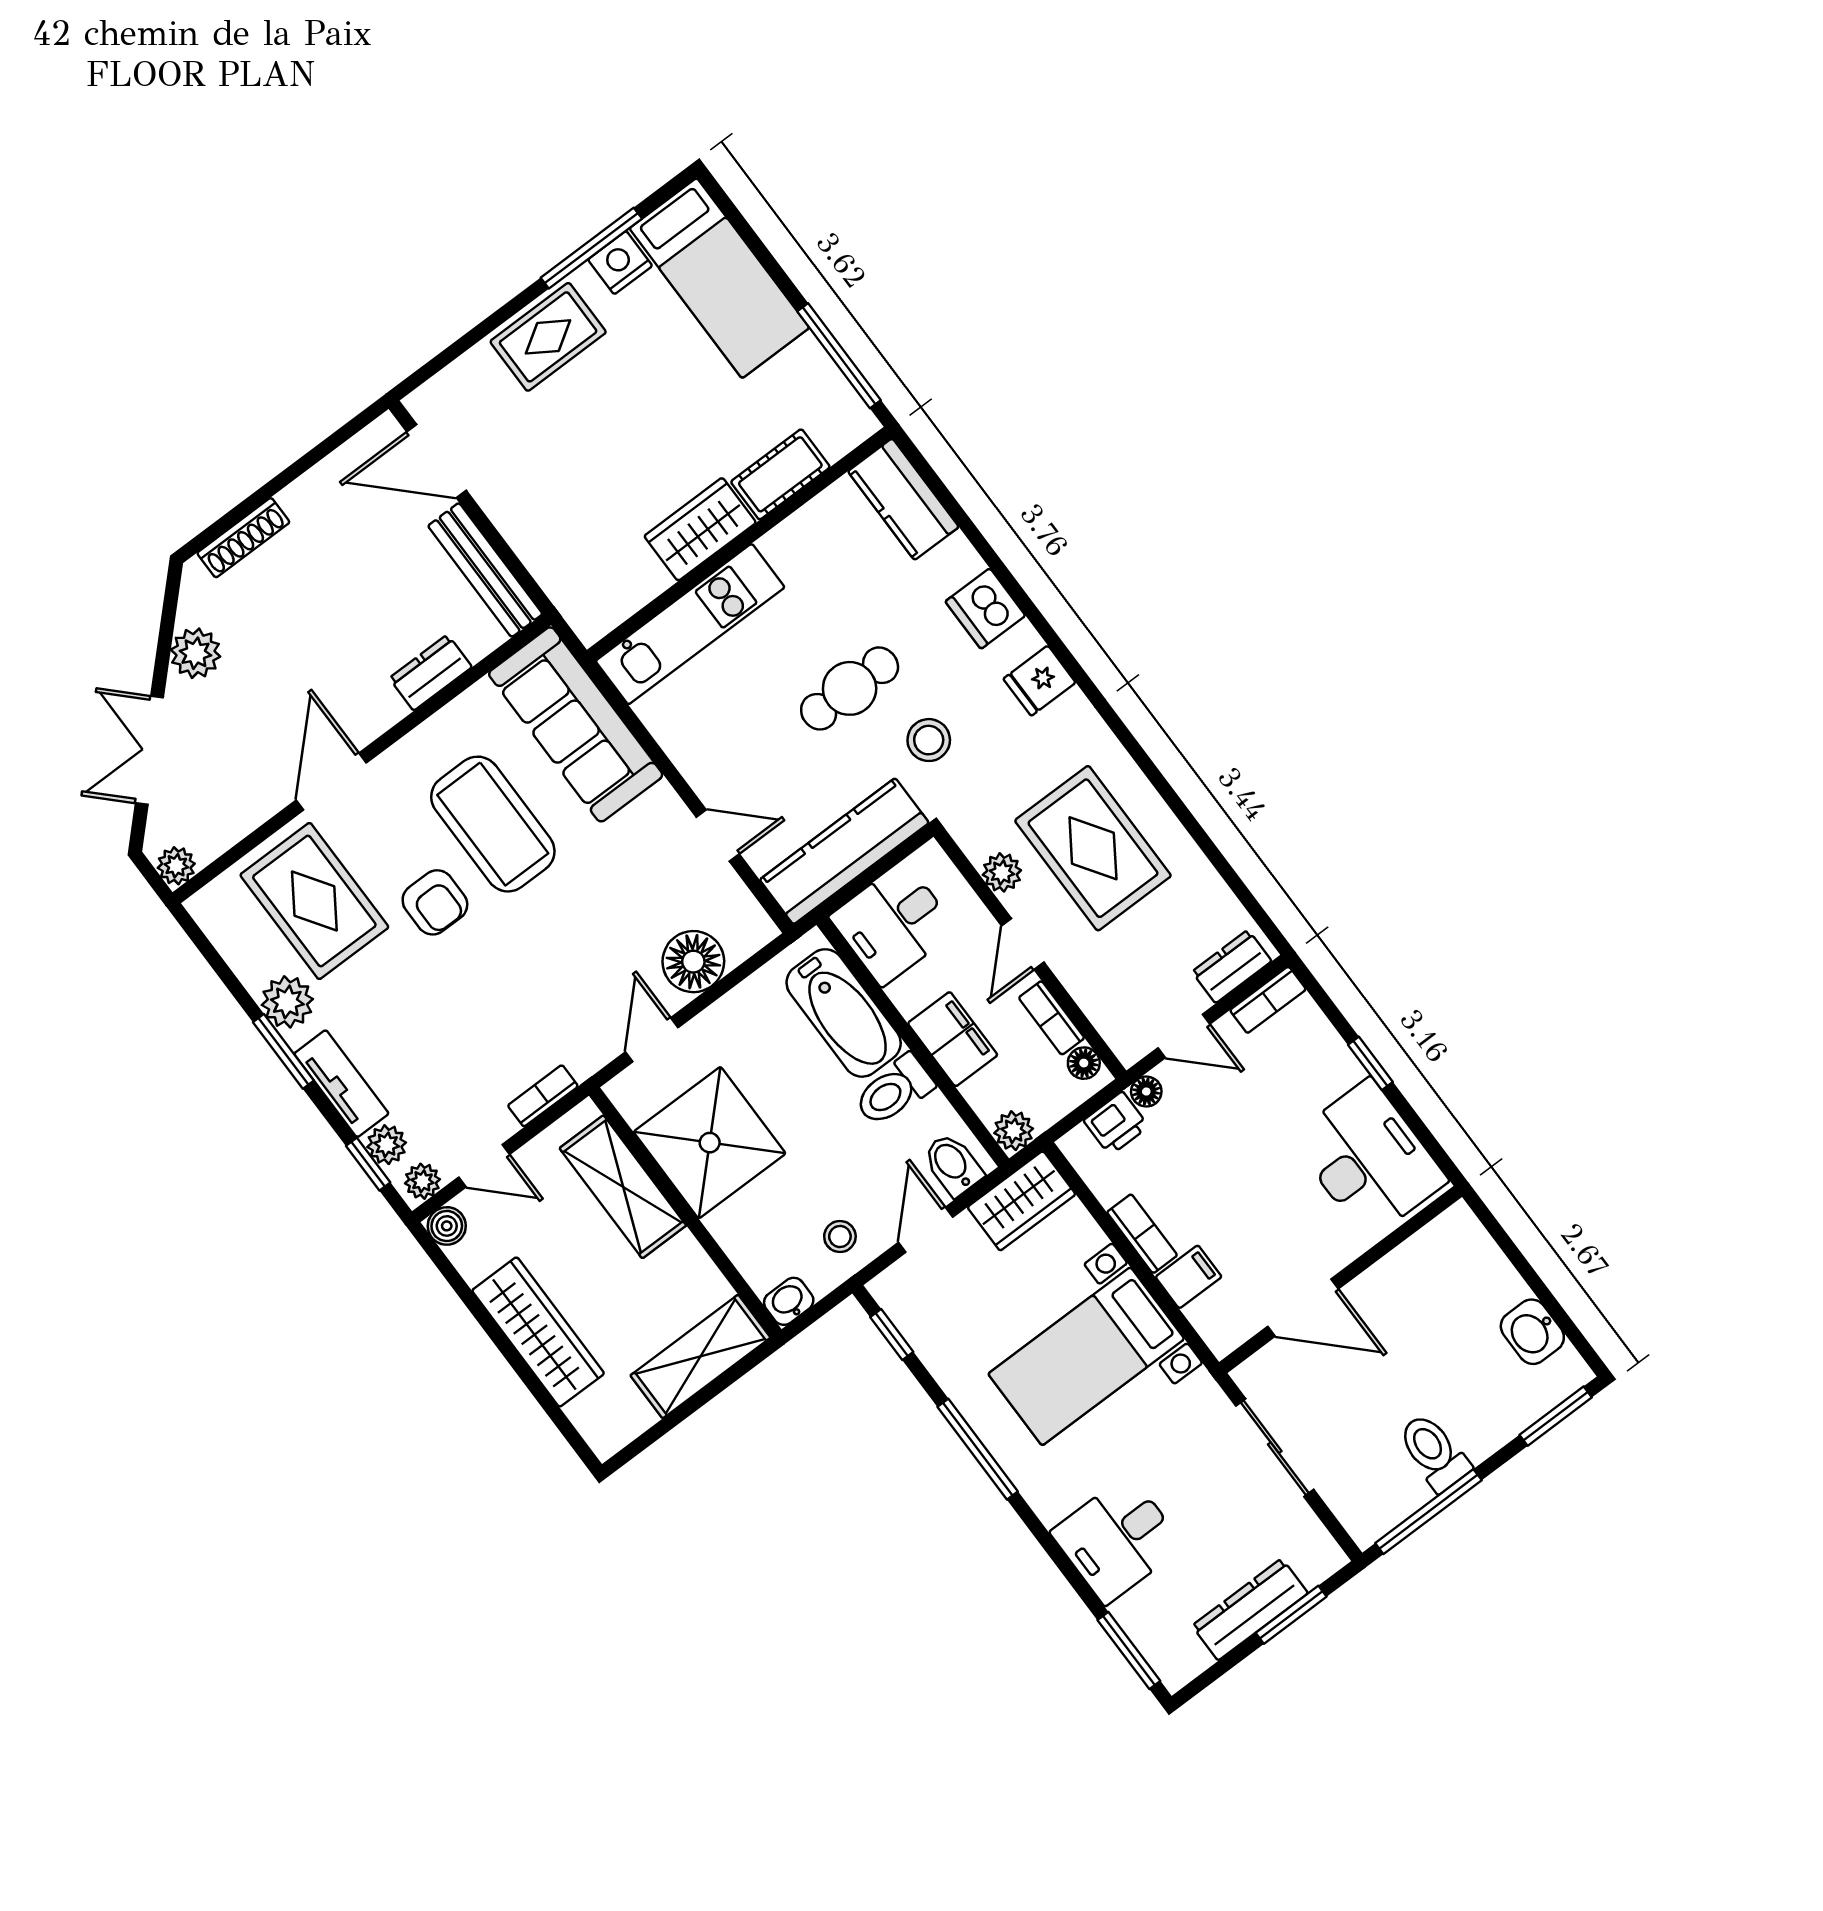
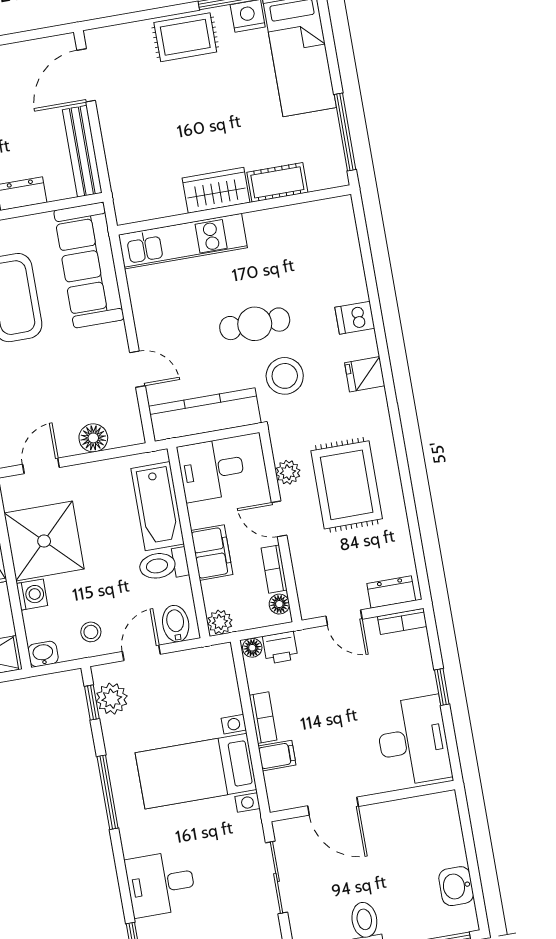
door: (437, 461) -> (86, 75), hinge flipped
kitchen counter: (903, 499) -> (340, 232), removed
dishwasher: (985, 609) -> (355, 318), width x0.73
stool: (929, 740) -> (285, 376), width x1.38, depth x1.38
door: (1023, 944) -> (279, 519), hinge flipped
floor lamp: (693, 962) -> (93, 438), width x0.73, depth x0.73
floor lamp: (1146, 1092) -> (252, 648), moved
wardrobe: (1022, 1201) -> (204, 664), removed
washing machine: (731, 1226) -> (32, 595), added
plant: (917, 1315) -> (112, 699), added

